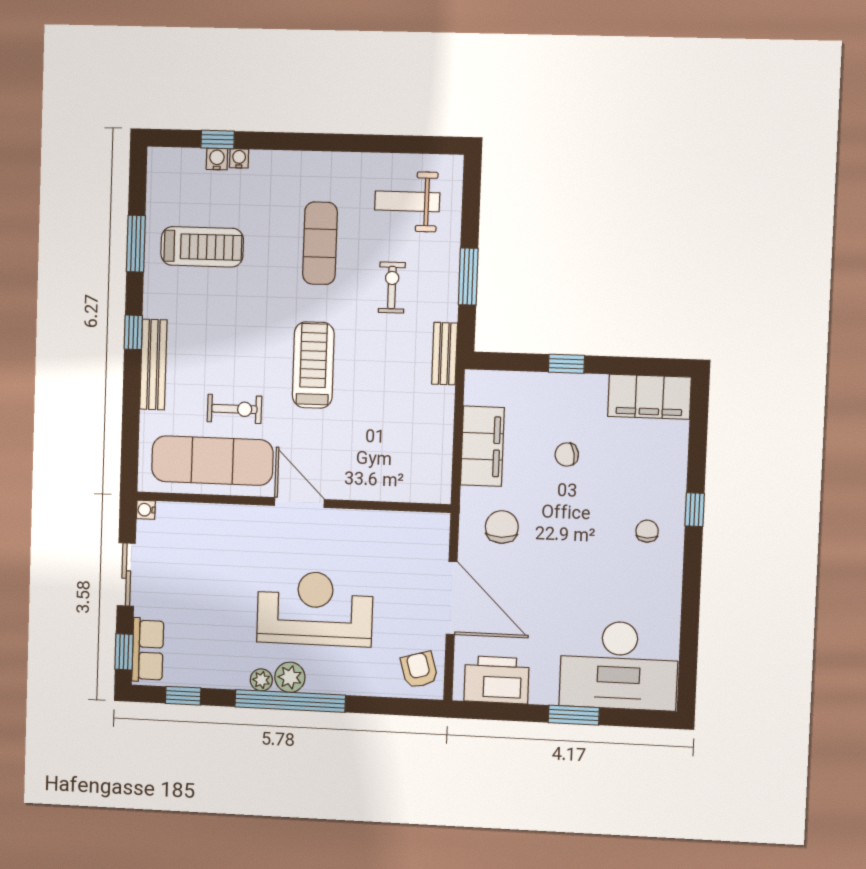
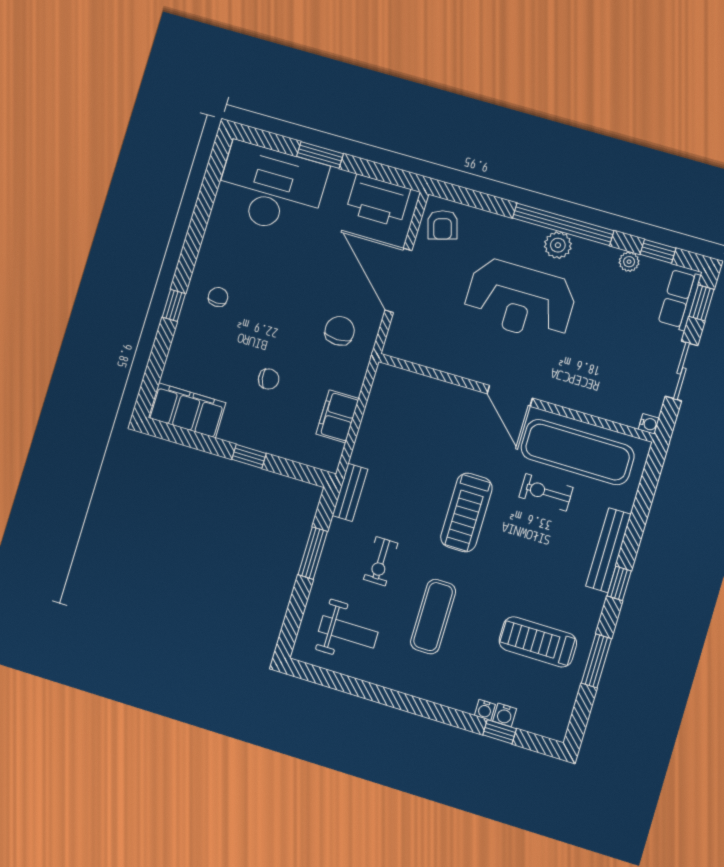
filing cabinet: (482, 446) -> (337, 416), width x0.67, depth x0.86
chair: (502, 527) -> (340, 331), turned 180
chair: (647, 531) -> (218, 297), turned 180
plant: (261, 680) -> (629, 262), moved

